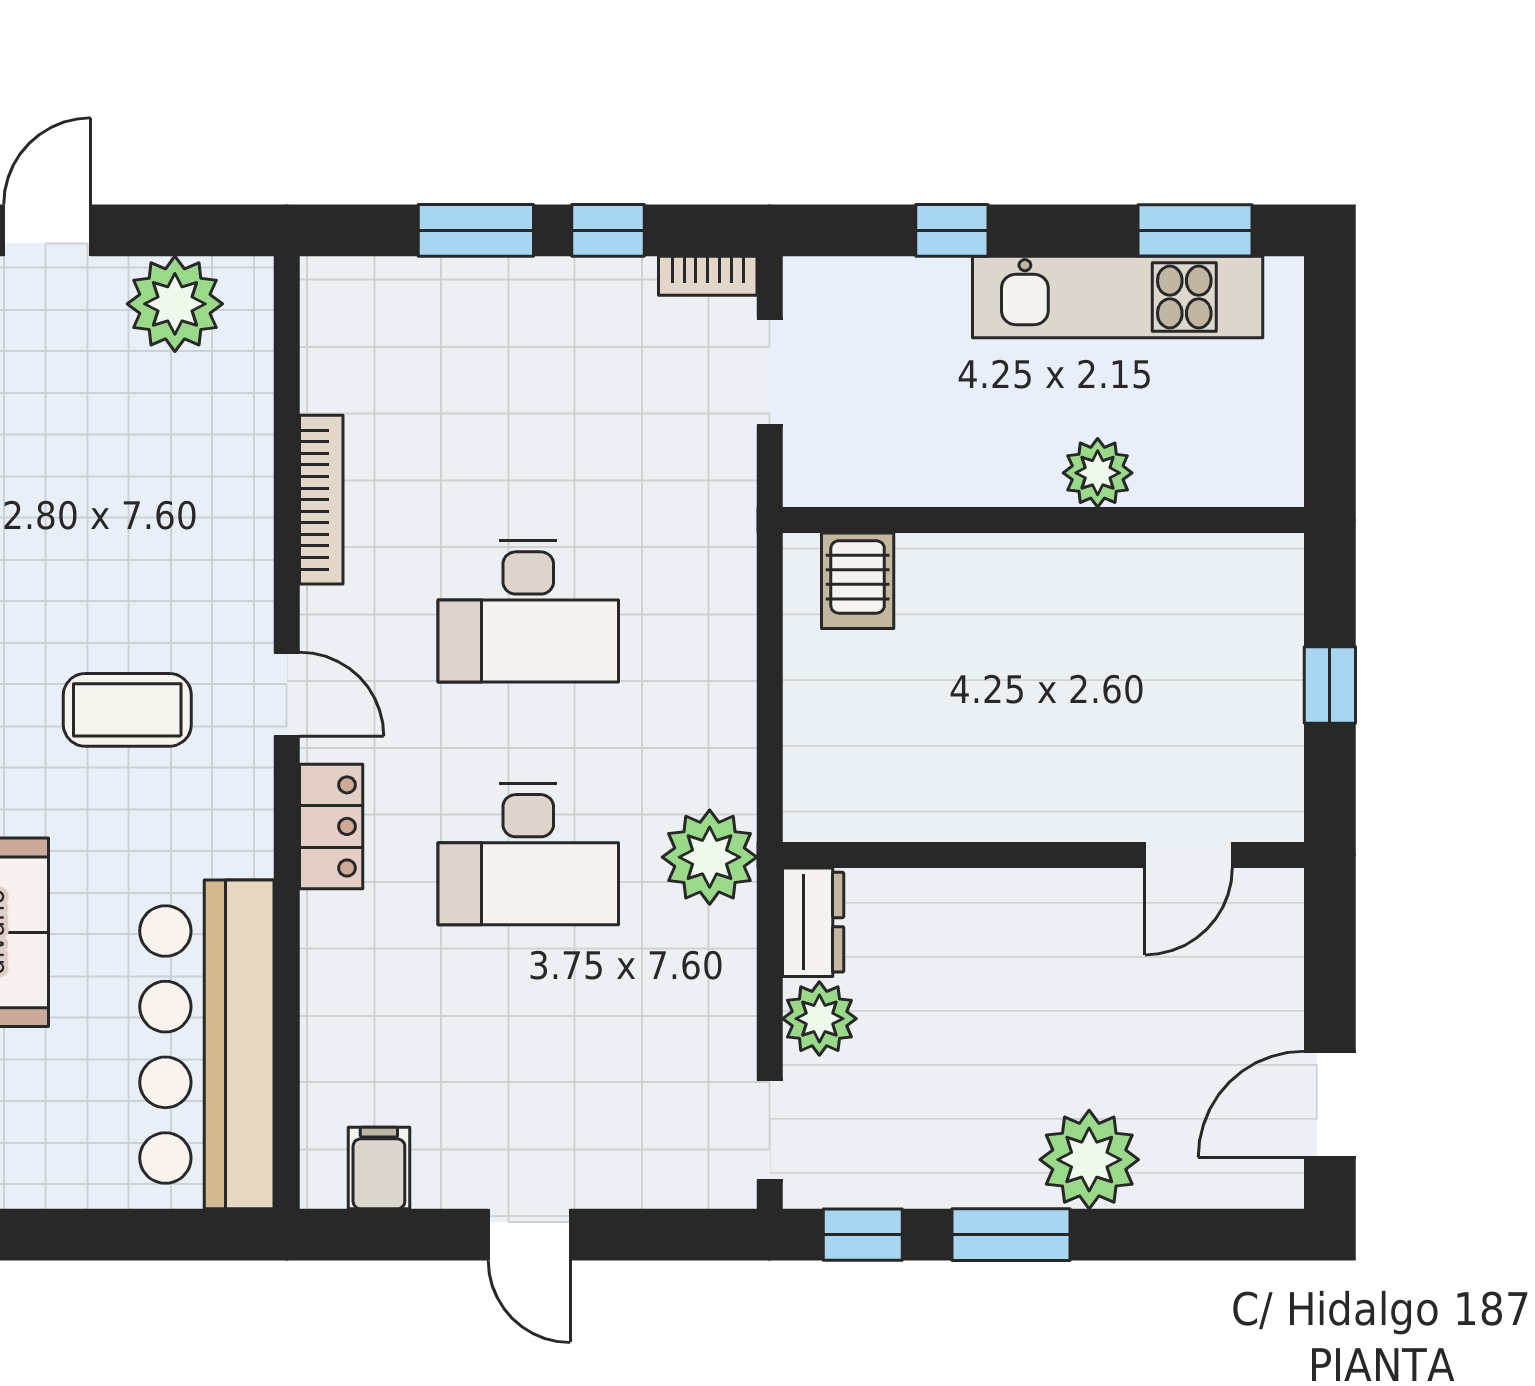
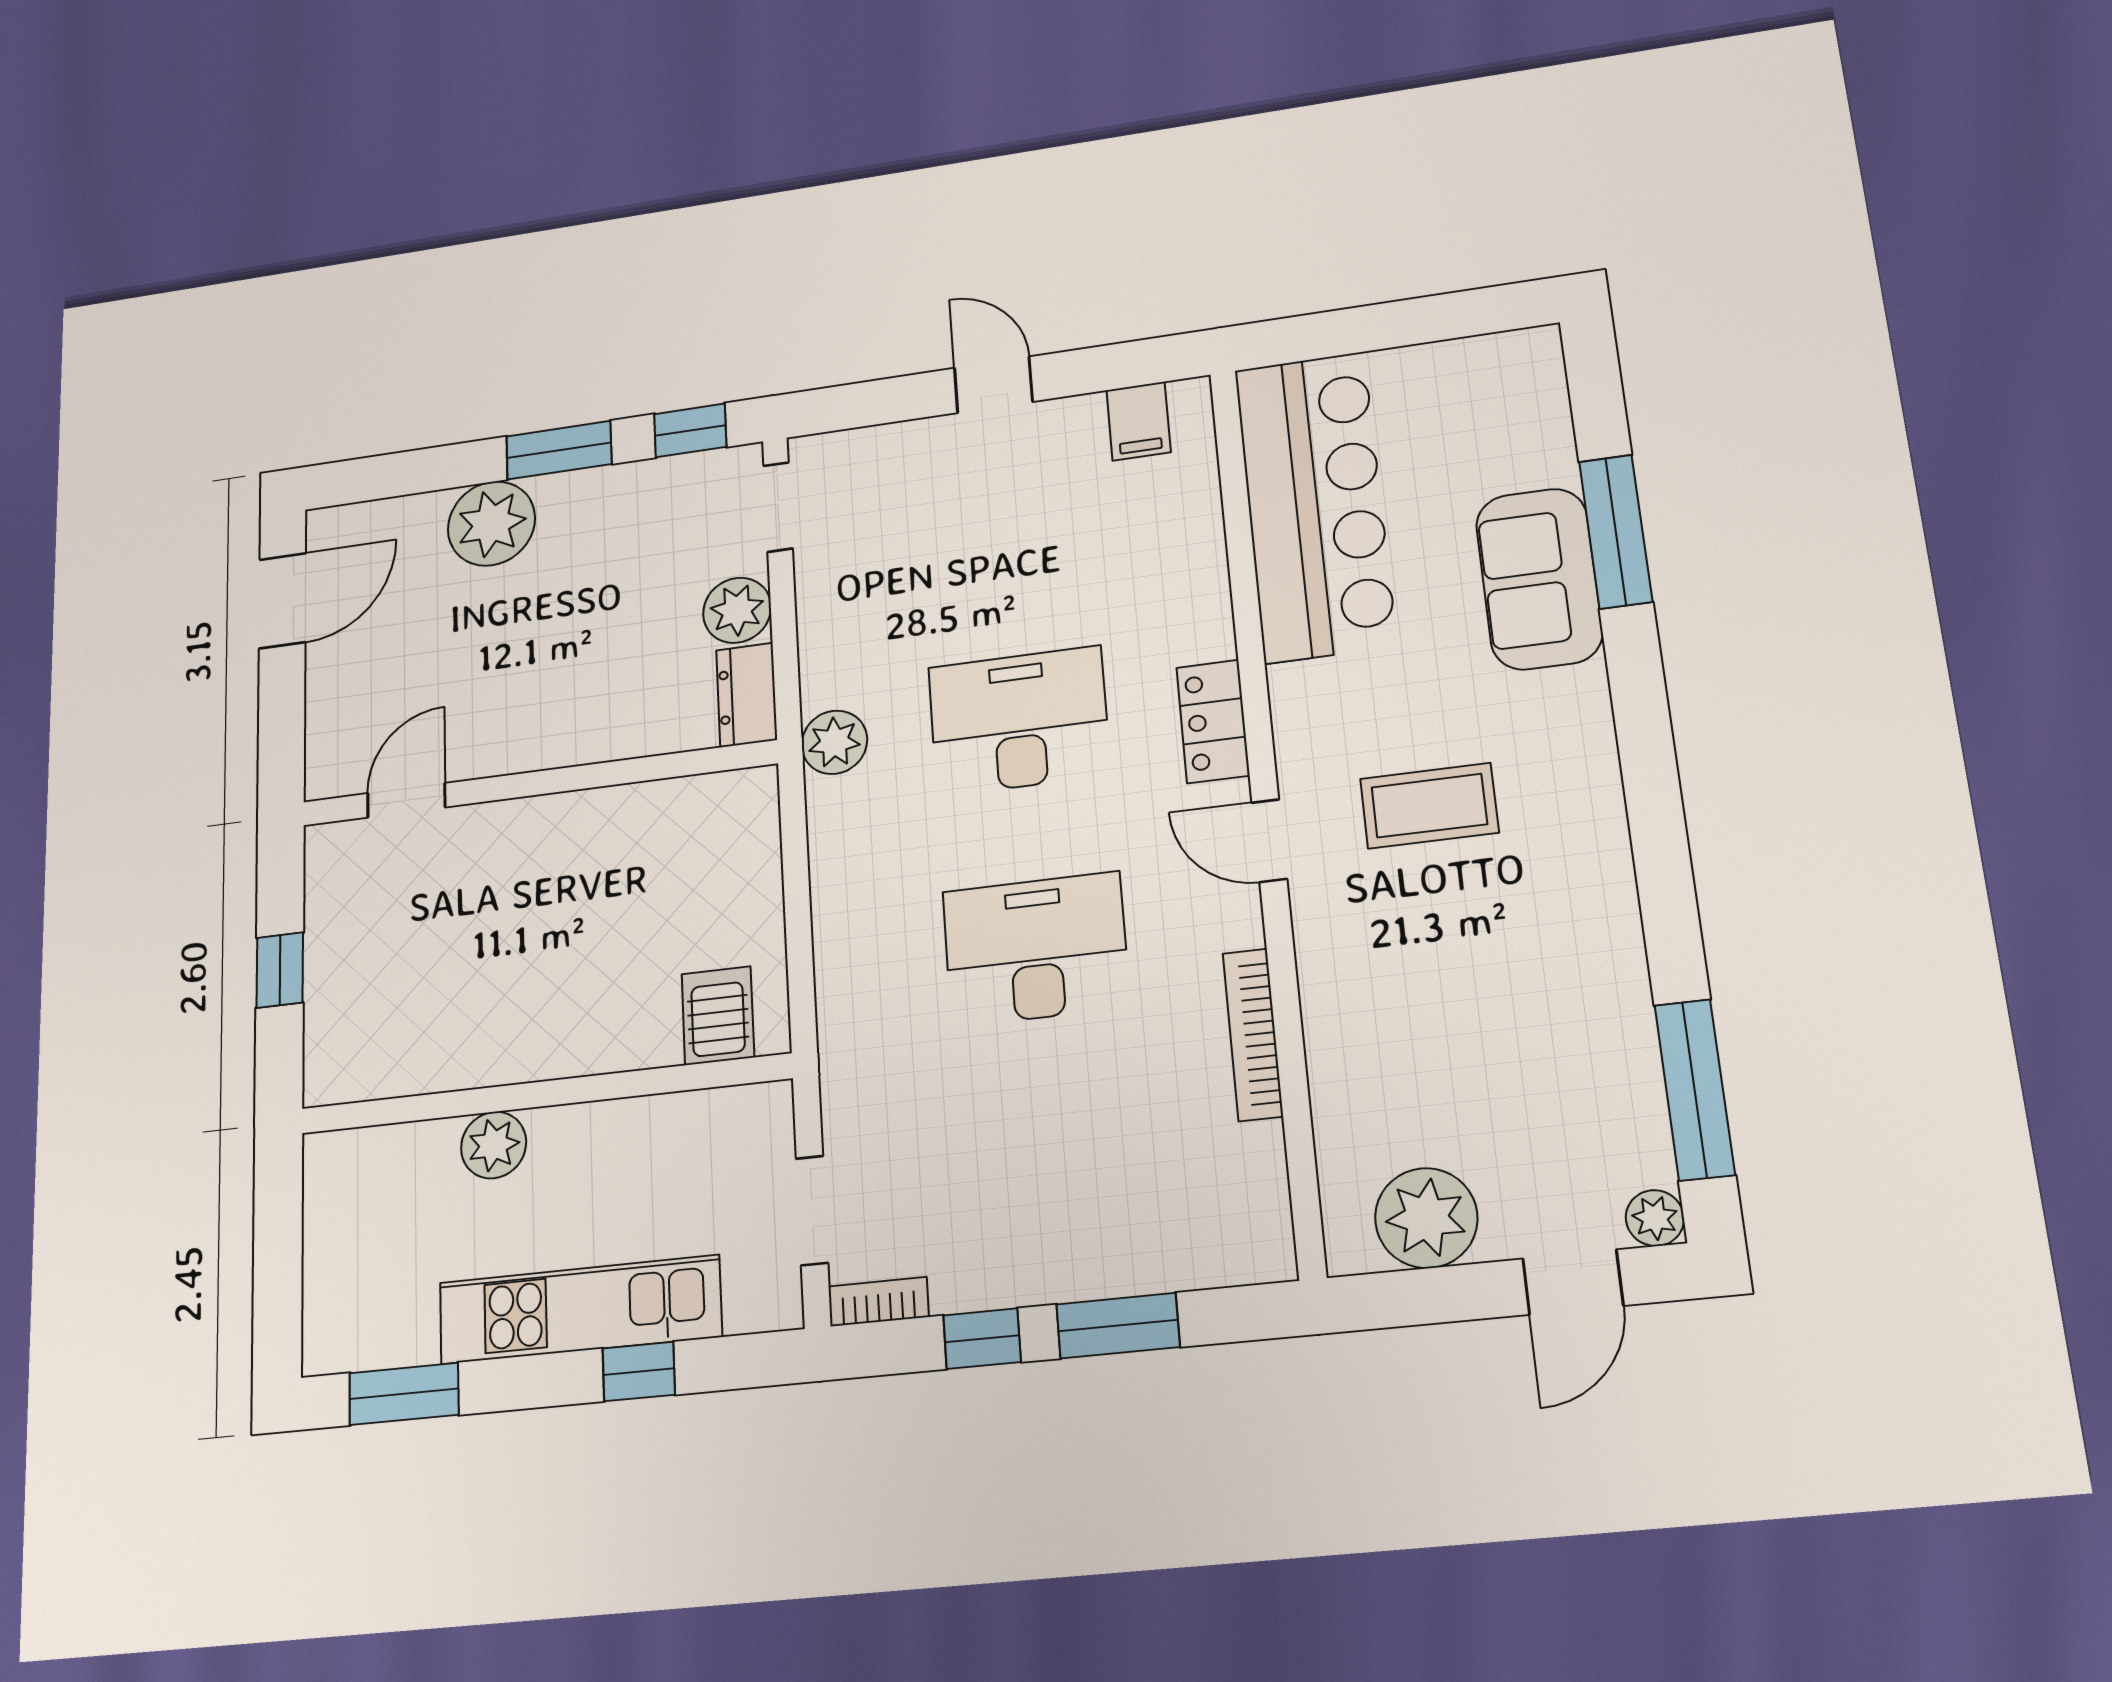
kitchen unit: (1118, 297) -> (580, 1310), moved
plant: (710, 857) -> (834, 742), width x0.73, depth x0.73

